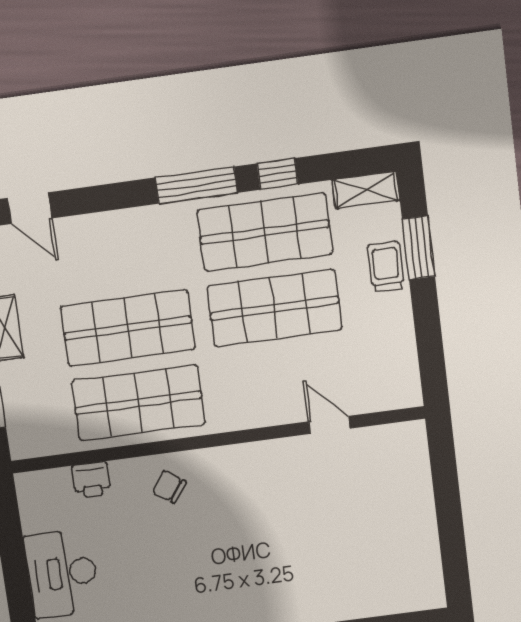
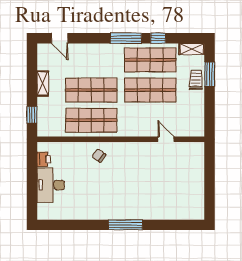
printer: (91, 480) -> (44, 159), moved, turned -90

